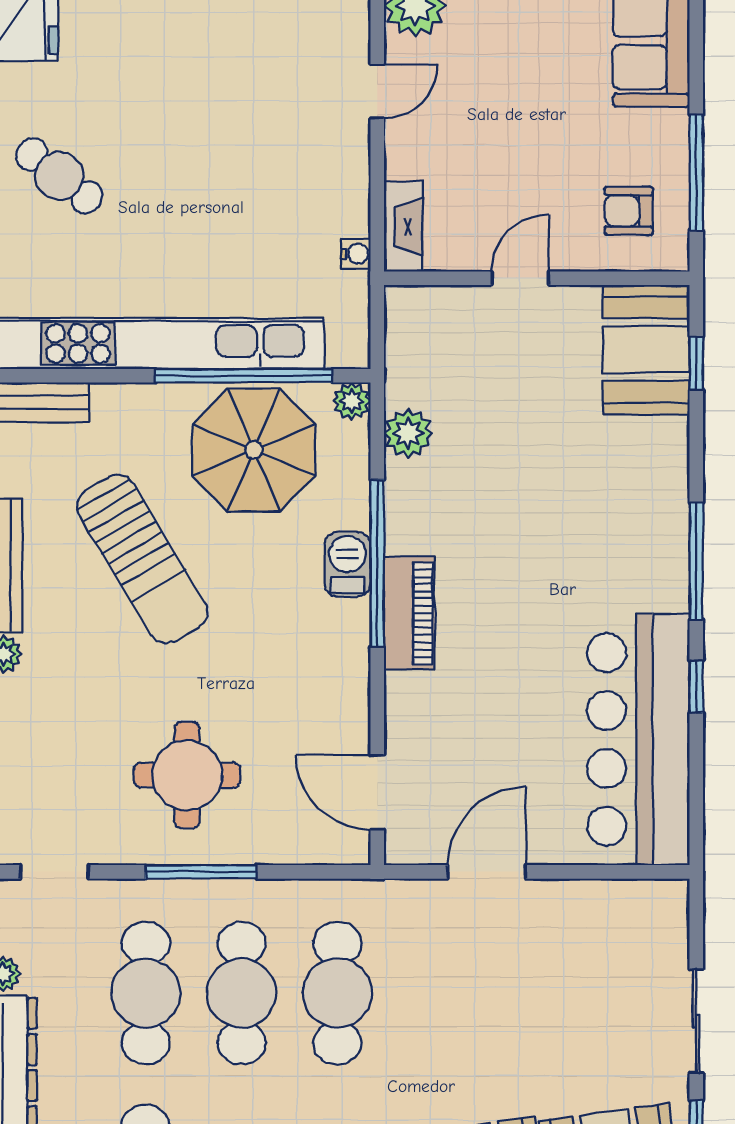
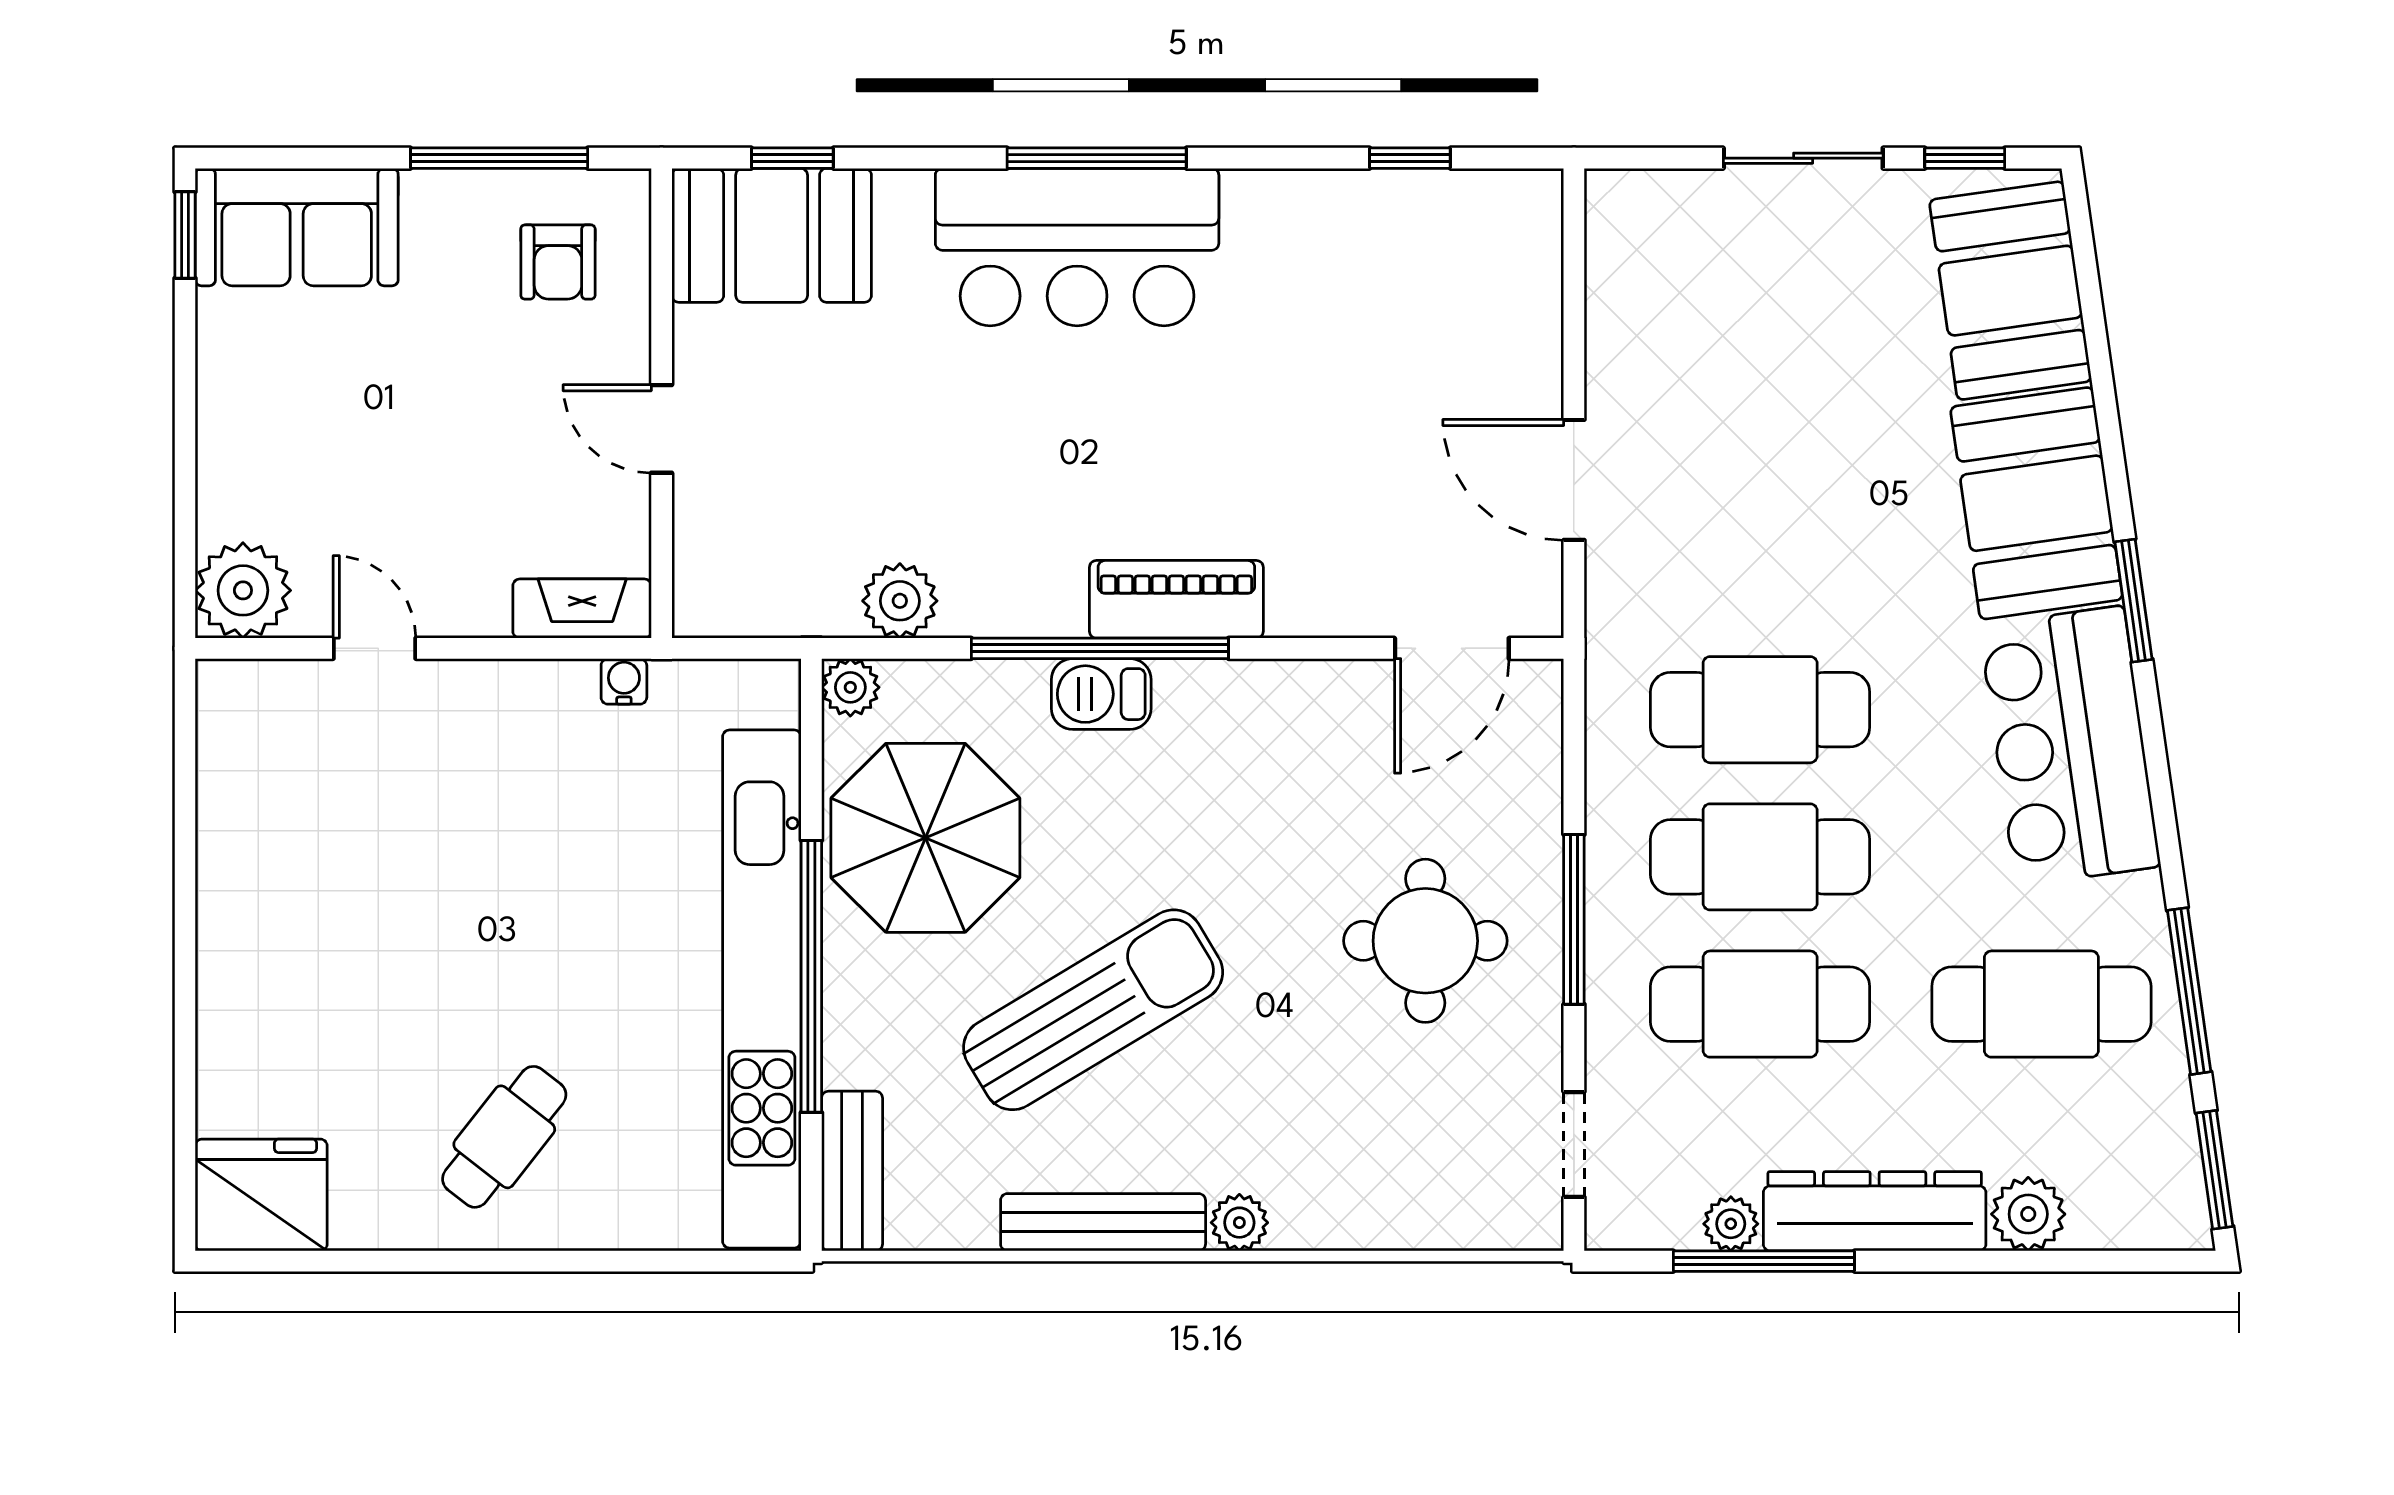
window: (244, 376) -> (811, 976), moved
window: (696, 686) -> (1410, 158), moved
bar counter: (638, 739) -> (1077, 247), moved, width x0.73

